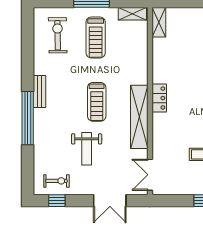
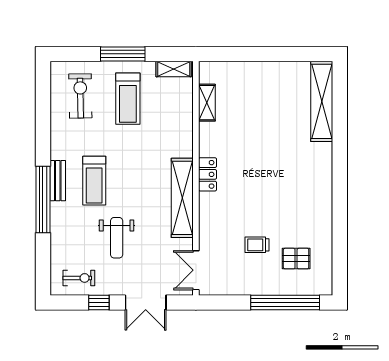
shelving: (159, 22) -> (207, 103), moved
bench: (40, 92) -> (58, 181), moved
treadmill: (97, 102) -> (94, 181), moved
window: (57, 201) -> (99, 303), moved

